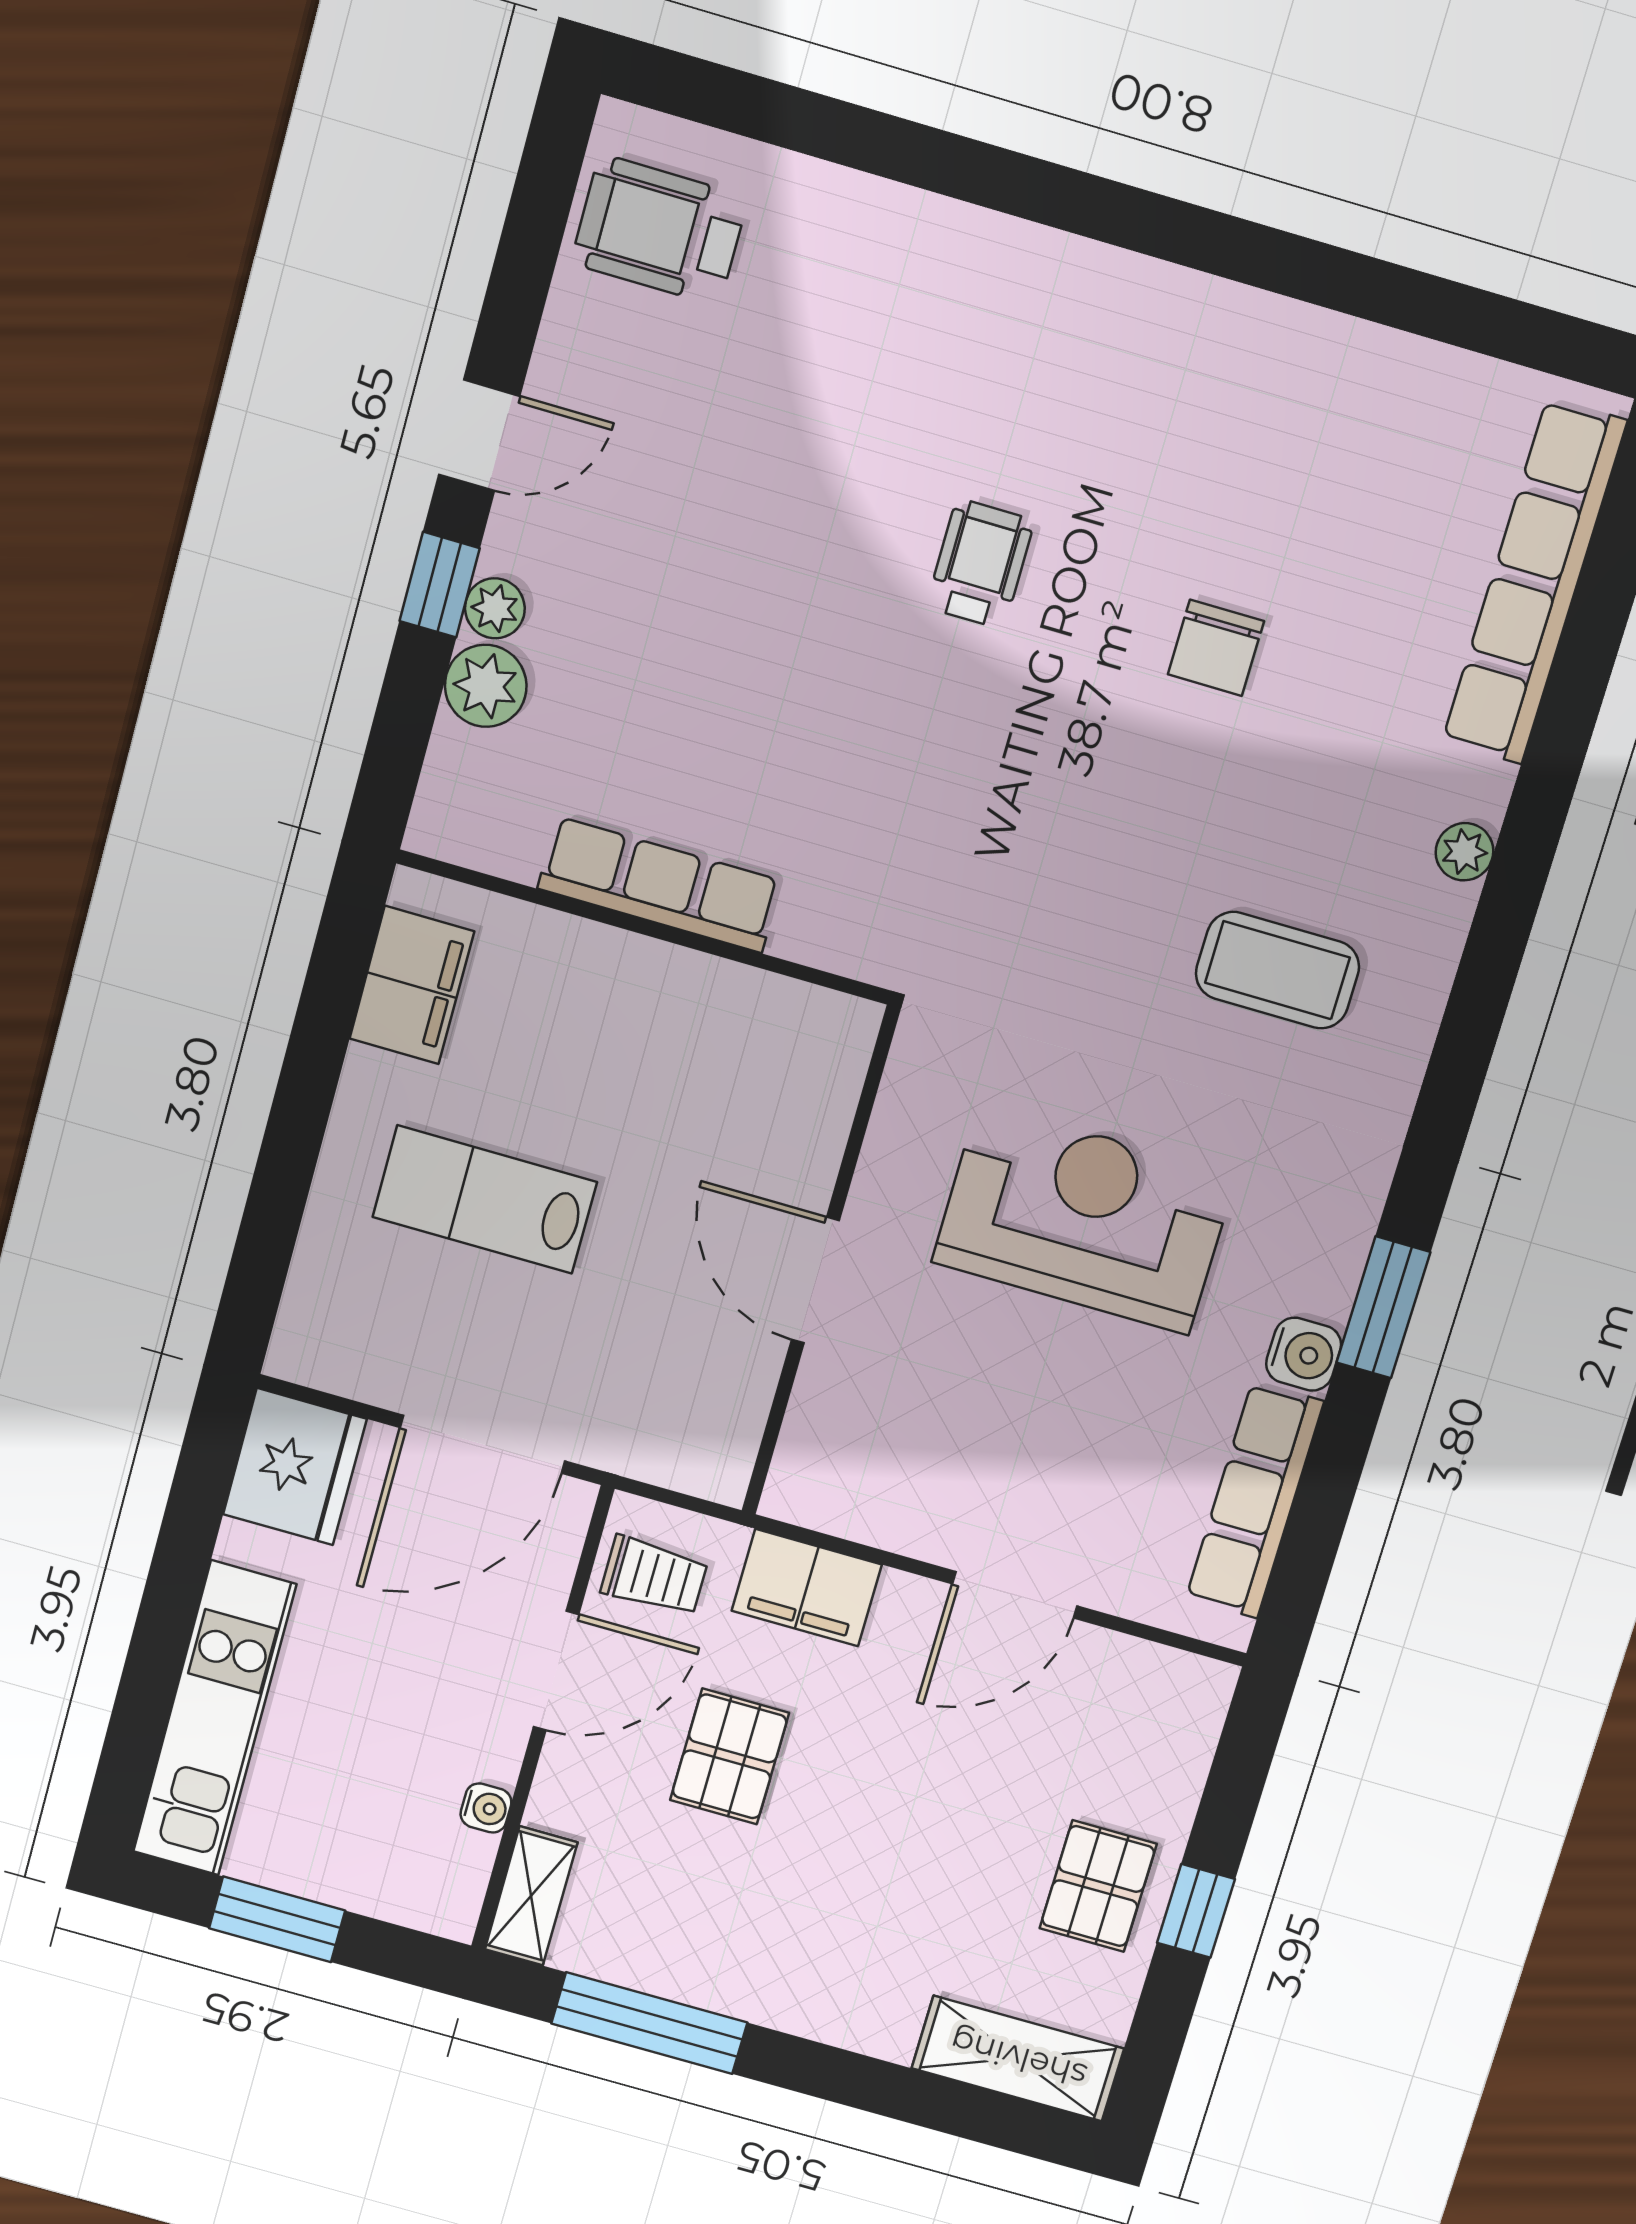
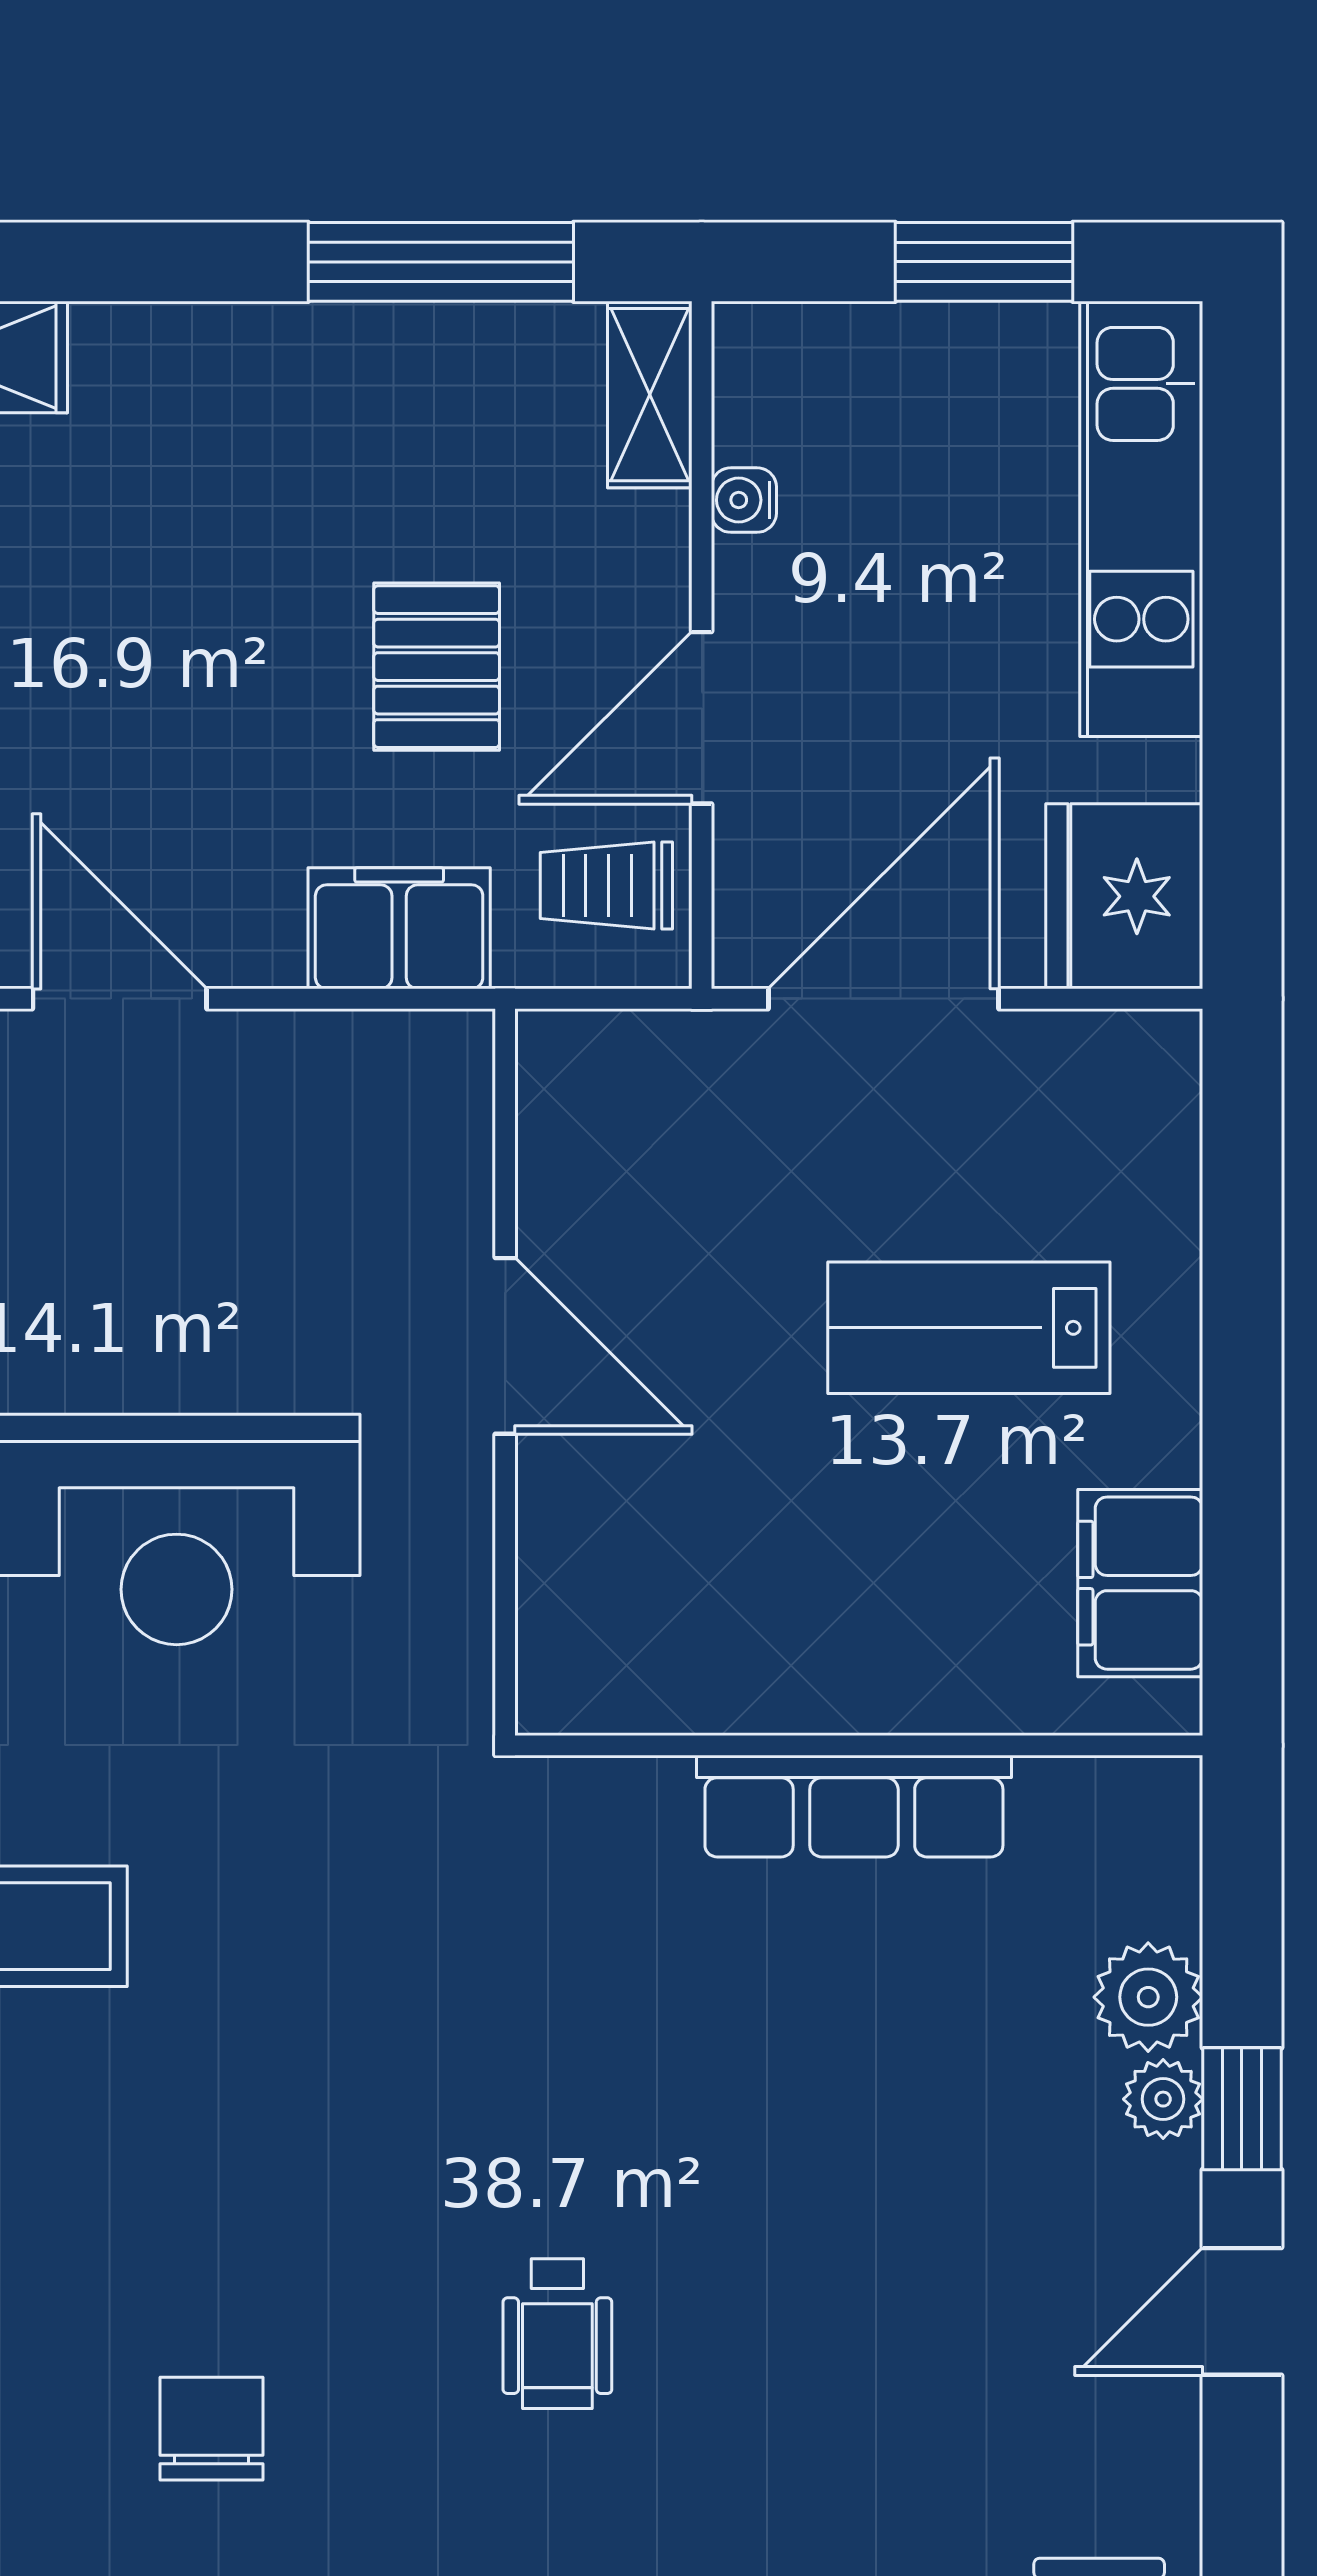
chair: (1216, 648) -> (212, 2429), moved
lab bench: (485, 1200) -> (969, 1328), turned 180
door: (1015, 1595) -> (120, 999), hinge flipped

